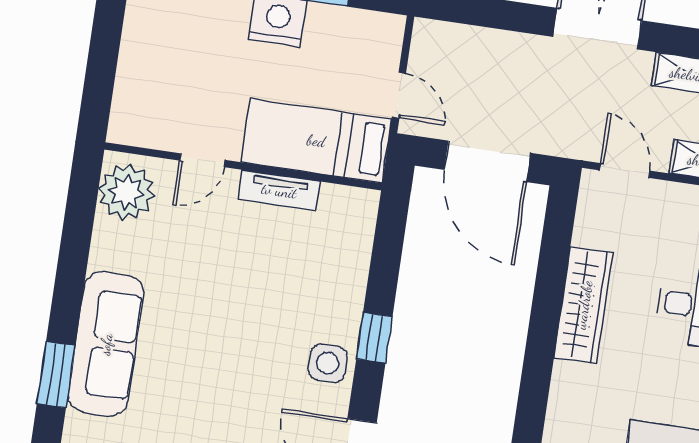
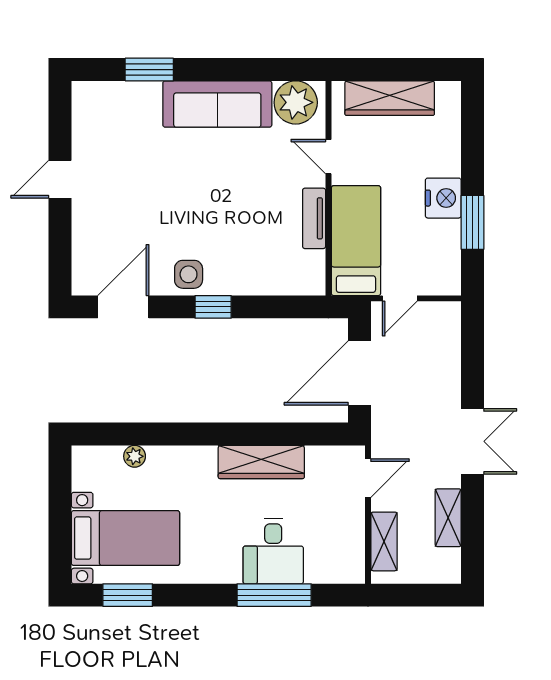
wardrobe: (139, 70) -> (390, 98), added
sofa: (106, 344) -> (217, 104), moved

